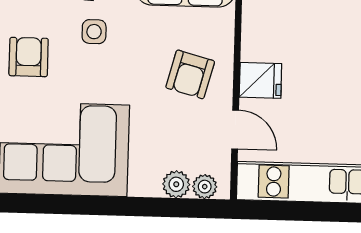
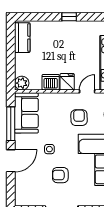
dishwasher: (260, 39) -> (51, 82), added
armchair: (190, 74) -> (79, 118), moved, turned -106

